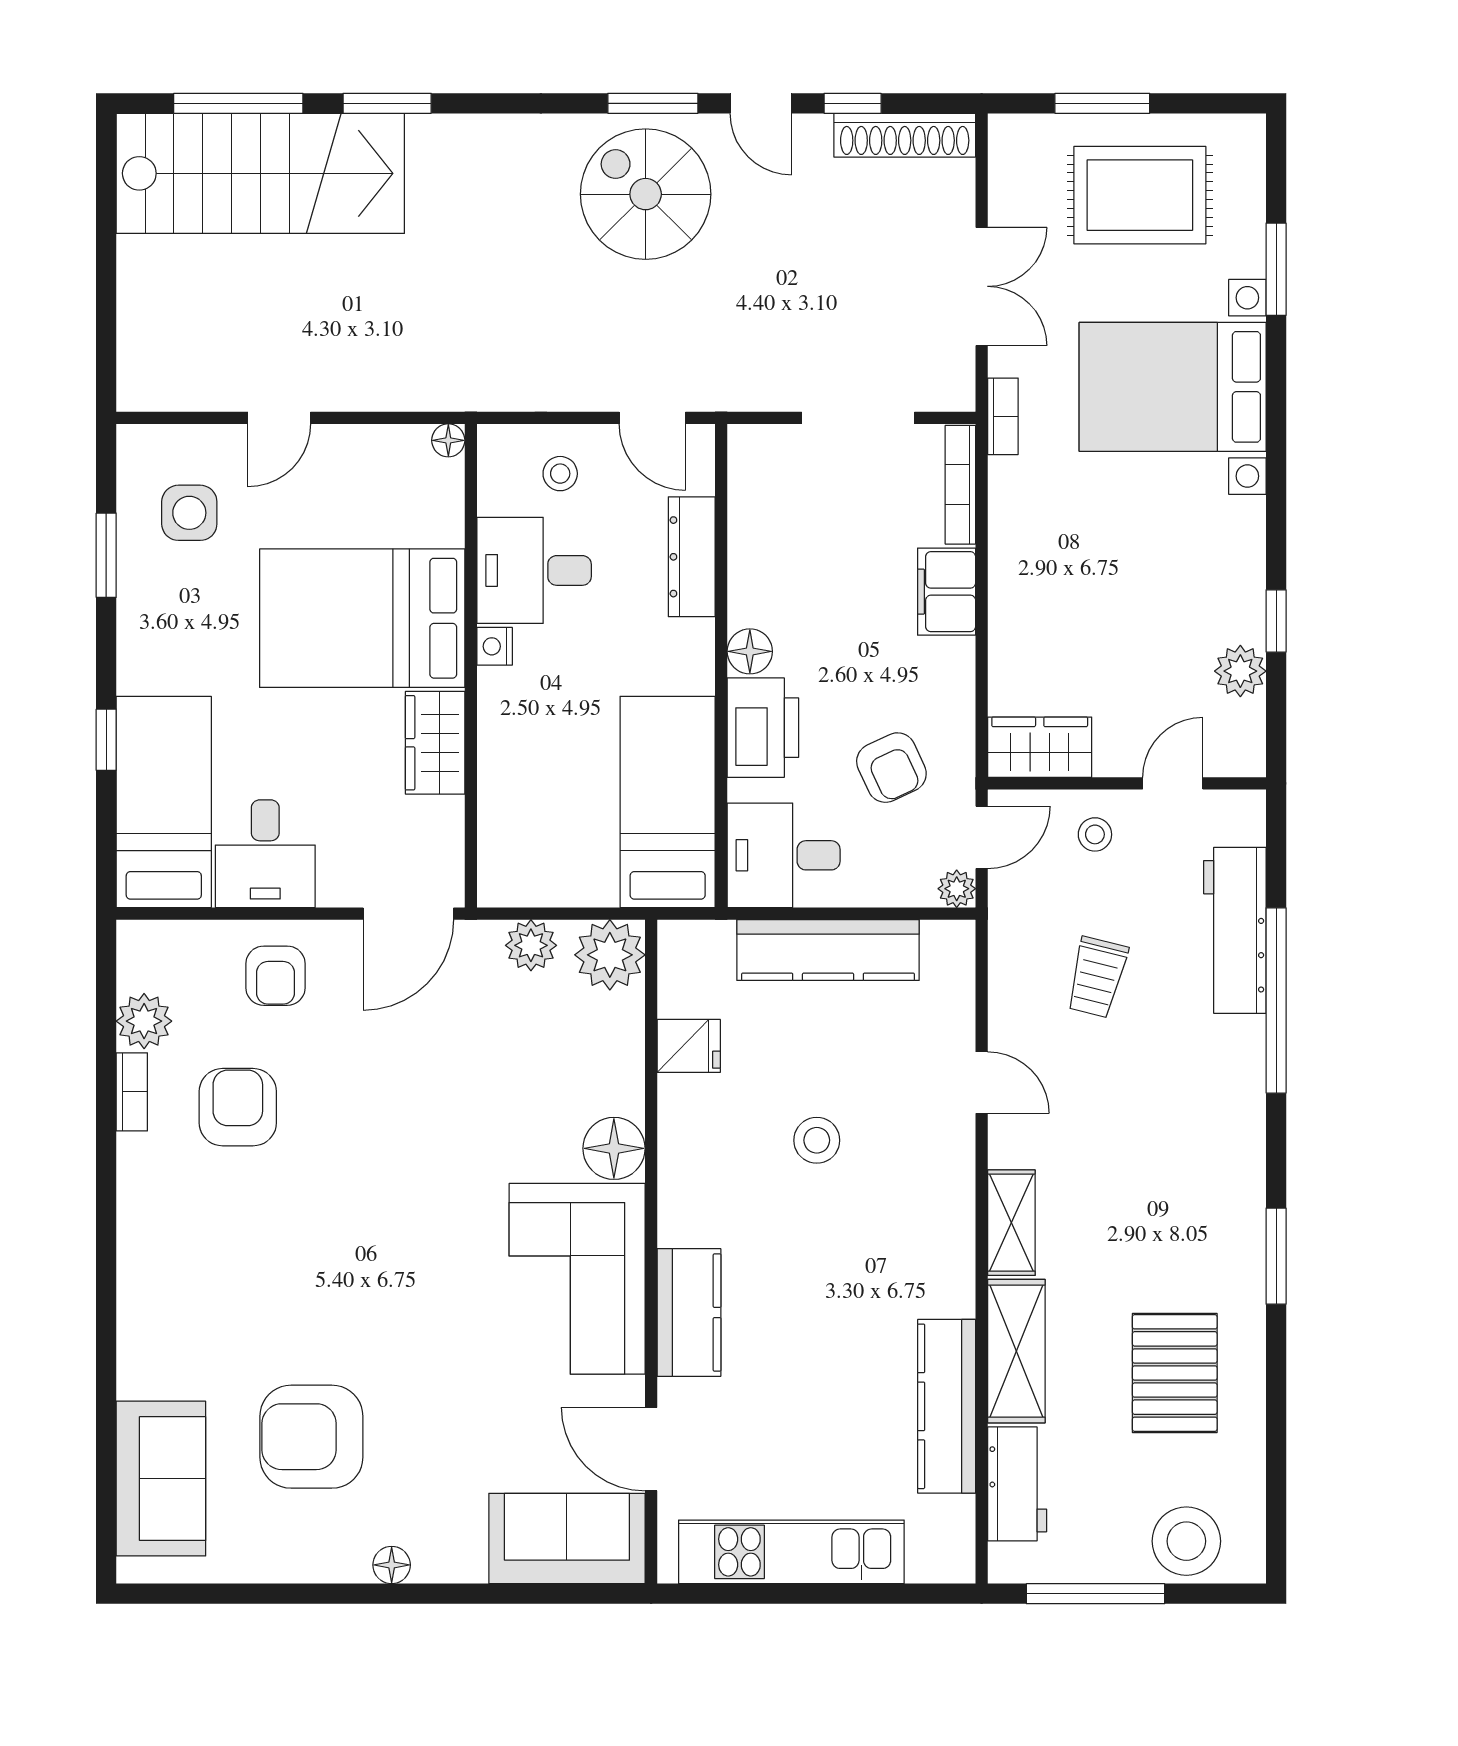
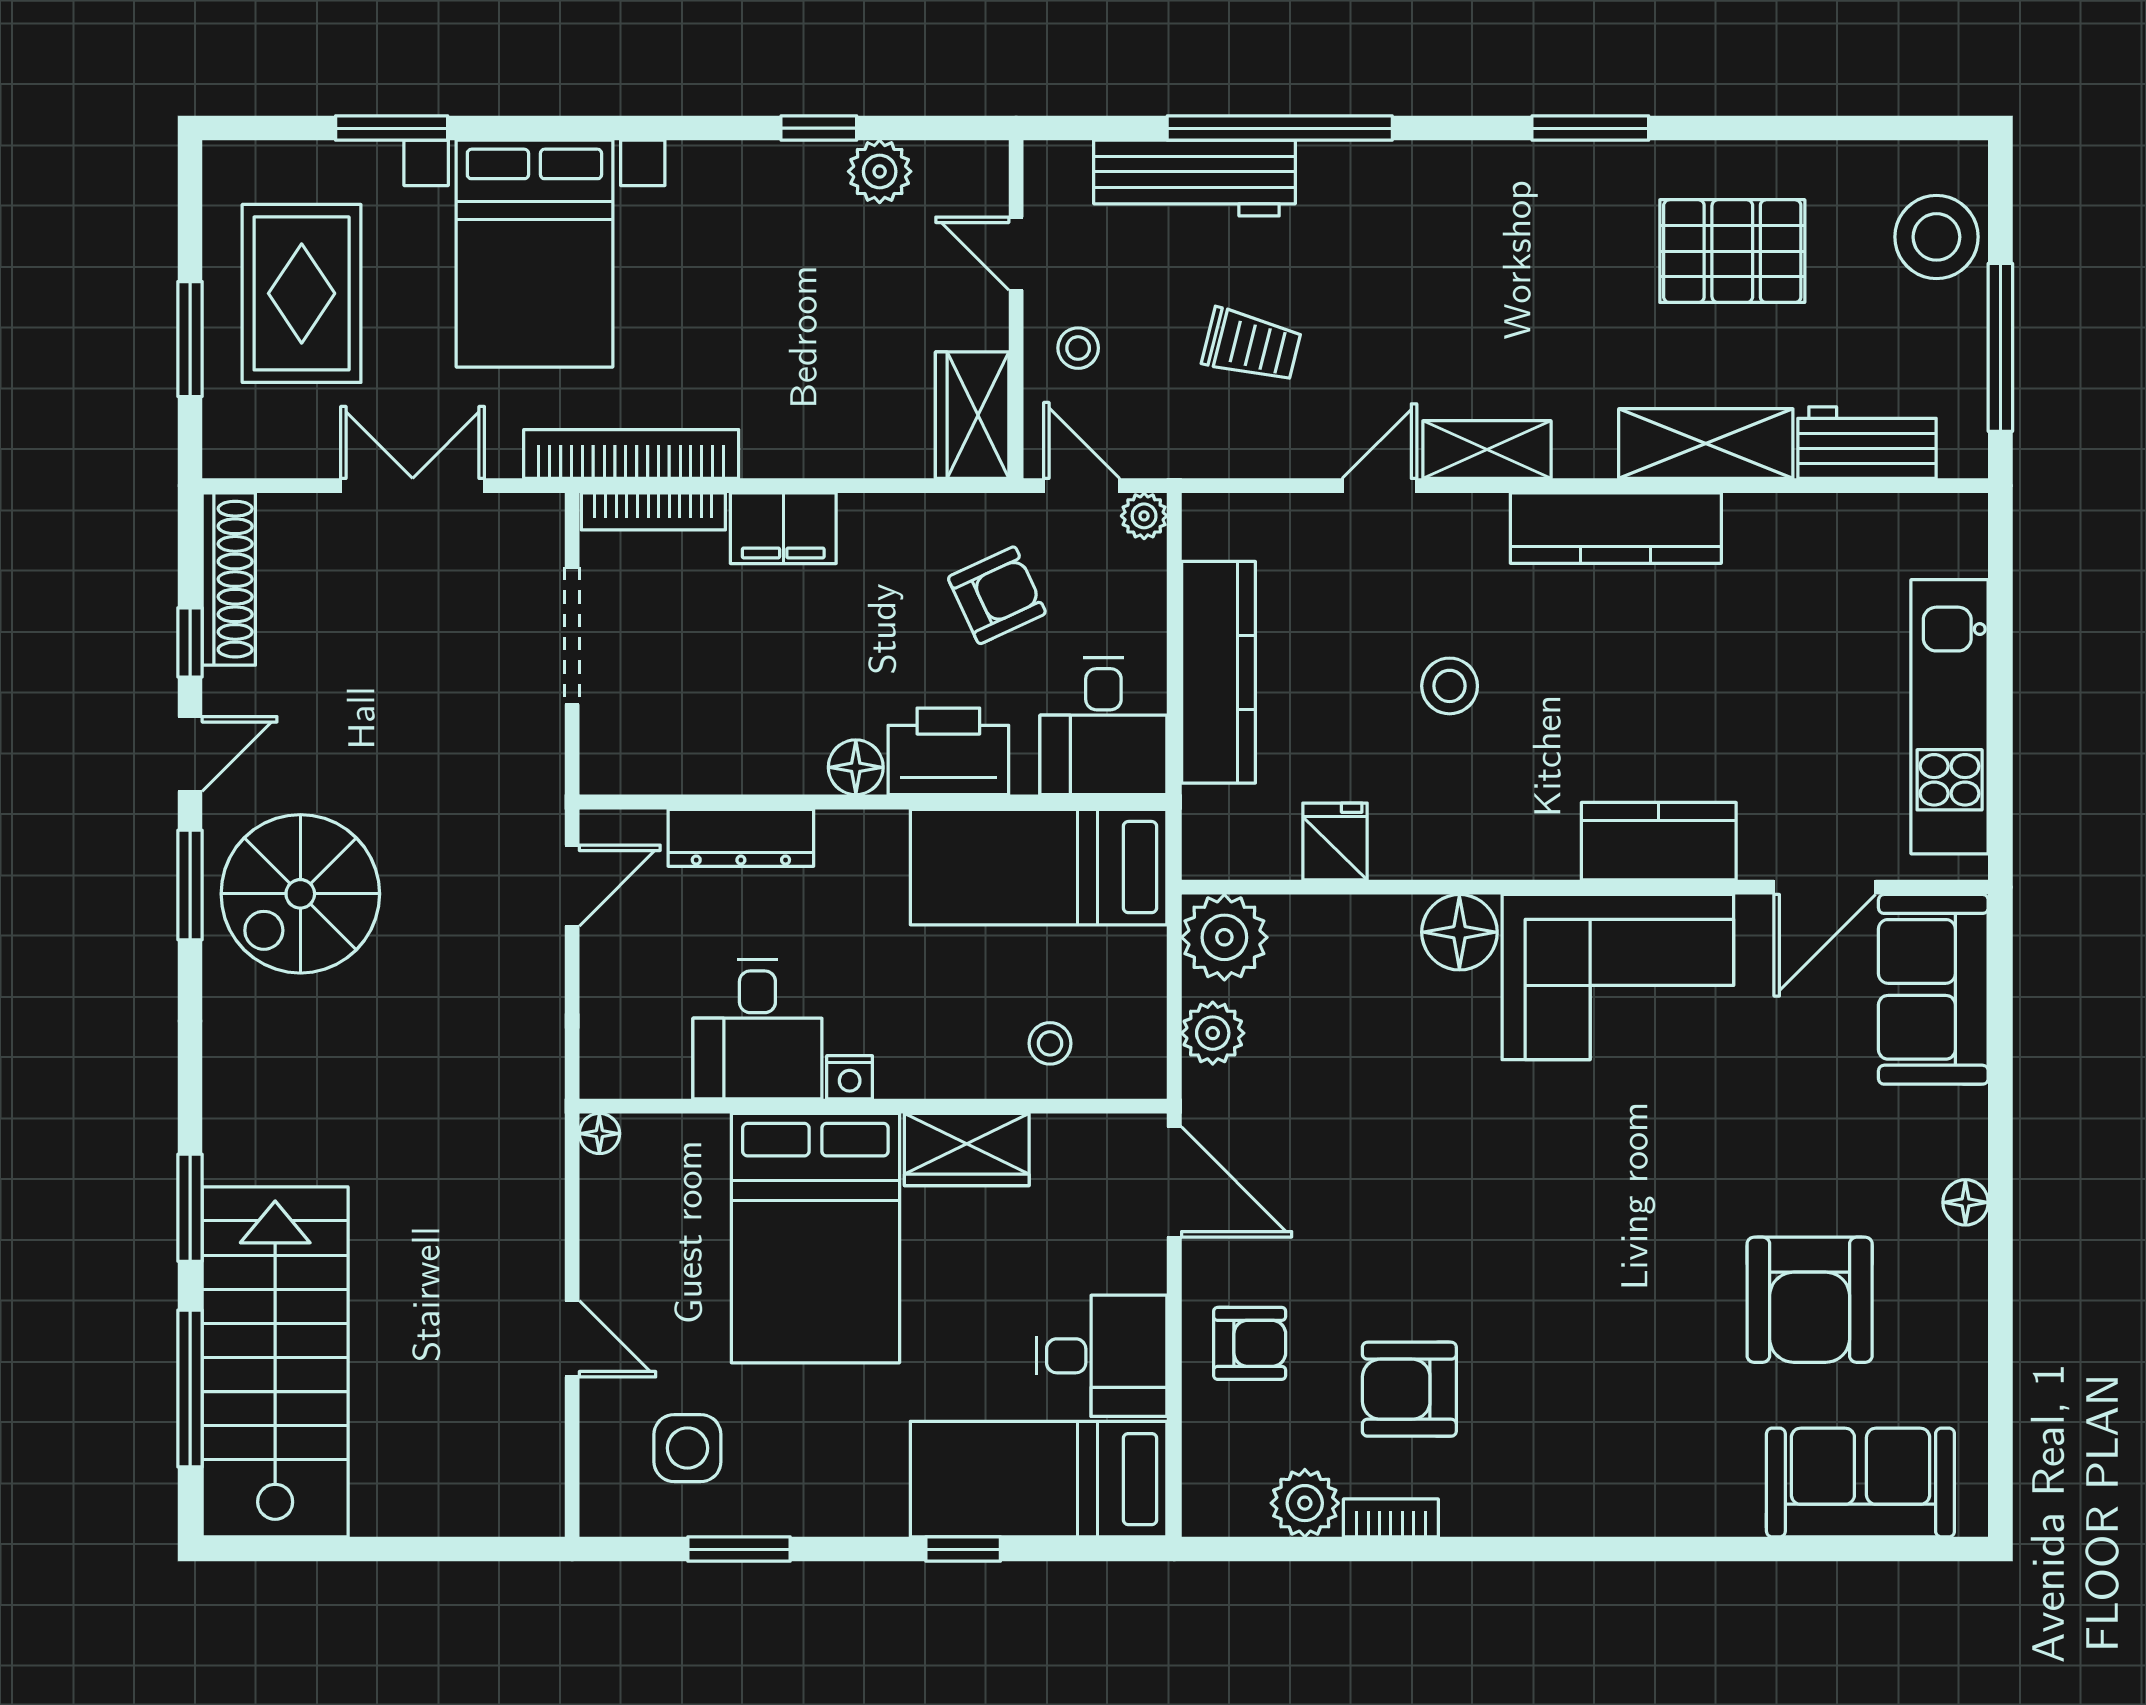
bookcase: (1003, 416) -> (631, 454), width x2.31, depth x1.31
stool: (560, 474) -> (1050, 1043), moved
shelving: (1011, 1223) -> (1487, 450), moved
kitchen counter: (947, 1406) -> (1616, 528), moved

